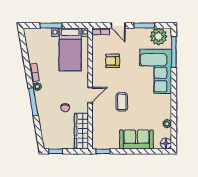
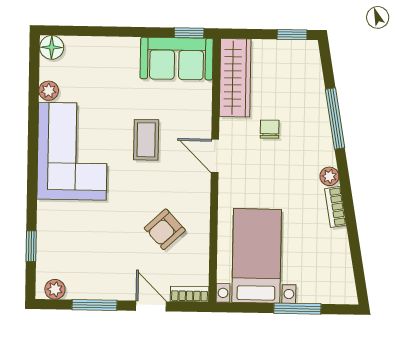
plant: (158, 36) -> (55, 289), width x0.53, depth x0.53
window: (174, 52) -> (31, 246), width x0.46
armchair: (113, 61) -> (165, 229), turned 137
corner sofa: (156, 71) -> (72, 151), moved
door: (90, 95) -> (215, 156), hinge flipped
window: (33, 102) -> (335, 118), moved
sofa: (136, 139) -> (177, 59), moved

